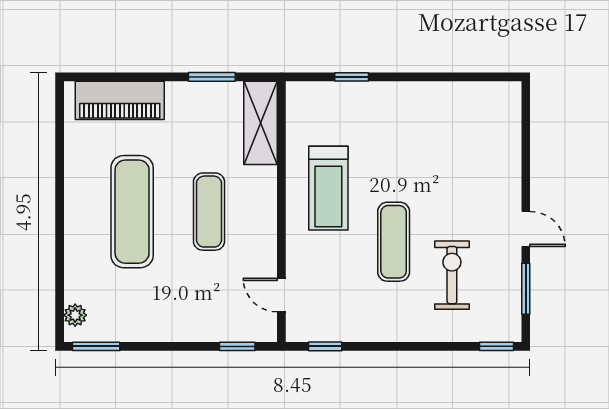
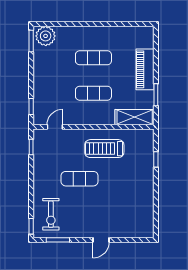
piano: (120, 100) -> (145, 69), moved
exercise mat: (132, 212) -> (93, 58), width x0.73, depth x0.69
door: (526, 229) -> (101, 240), moved
exercise bike: (452, 275) -> (51, 214), moved, turned 90
plant: (75, 315) -> (46, 36), width x1.88, depth x1.88

